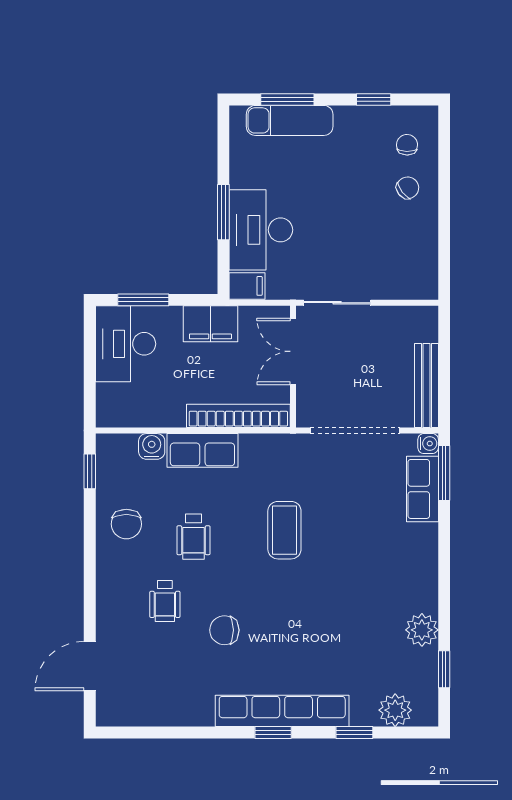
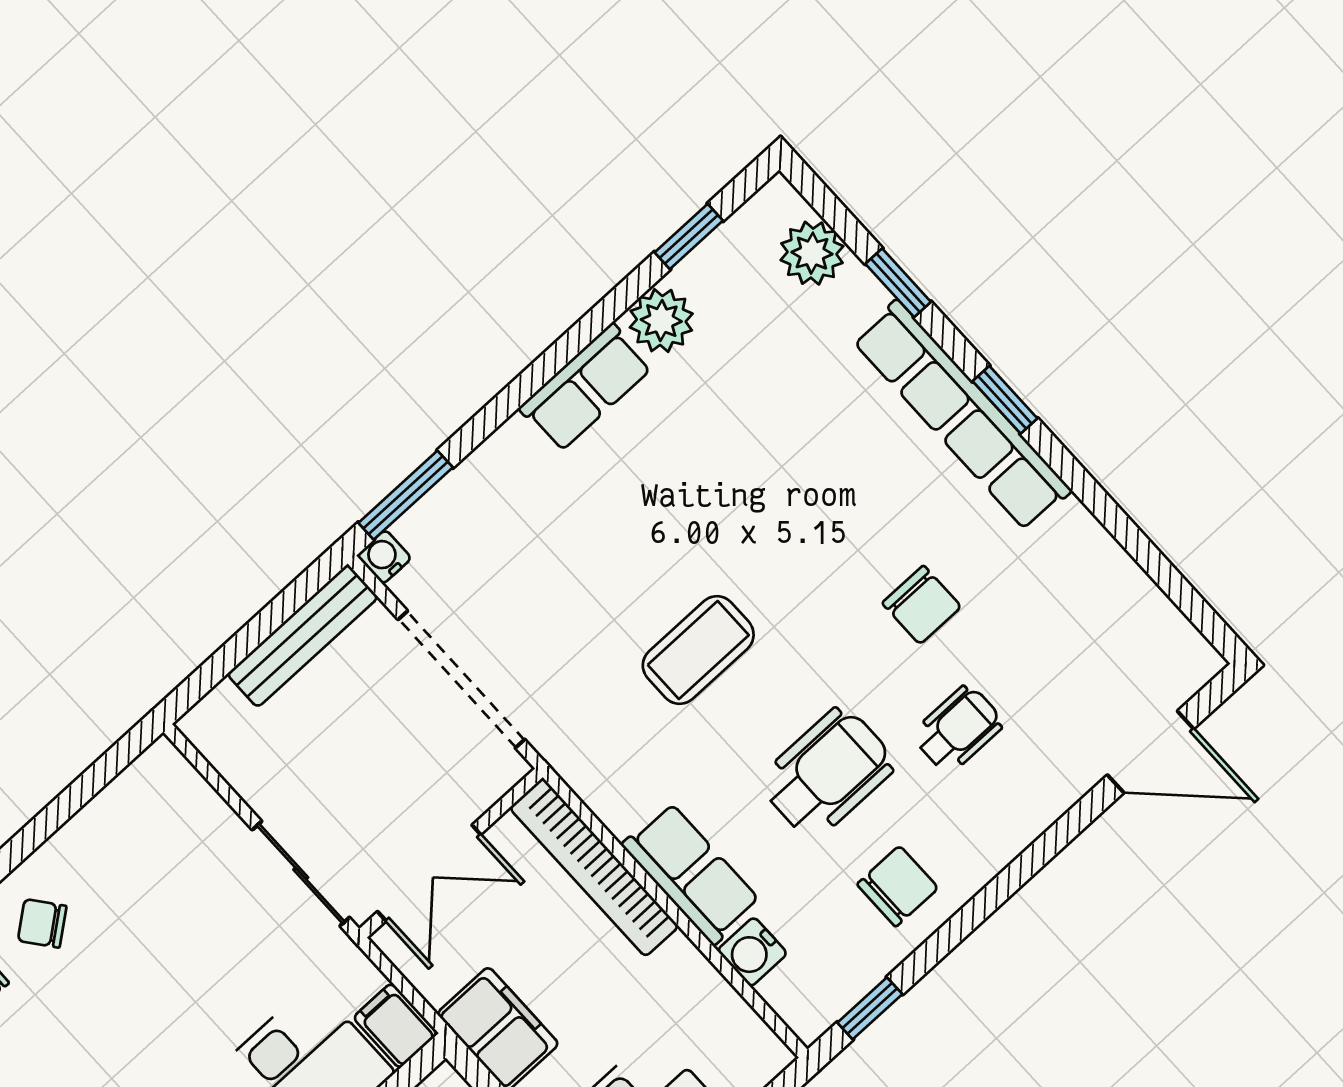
row of seats: (422, 489) -> (586, 388), moved
wheelchair: (193, 537) -> (827, 773), width x1.36, depth x1.37

